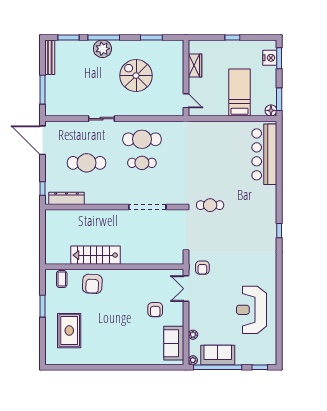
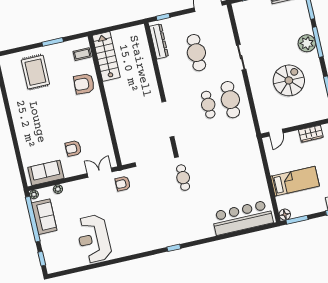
stairs: (95, 255) -> (106, 56), moved
reception desk: (251, 310) -> (94, 239), turned -90
rug: (69, 331) -> (35, 72), turned 90

